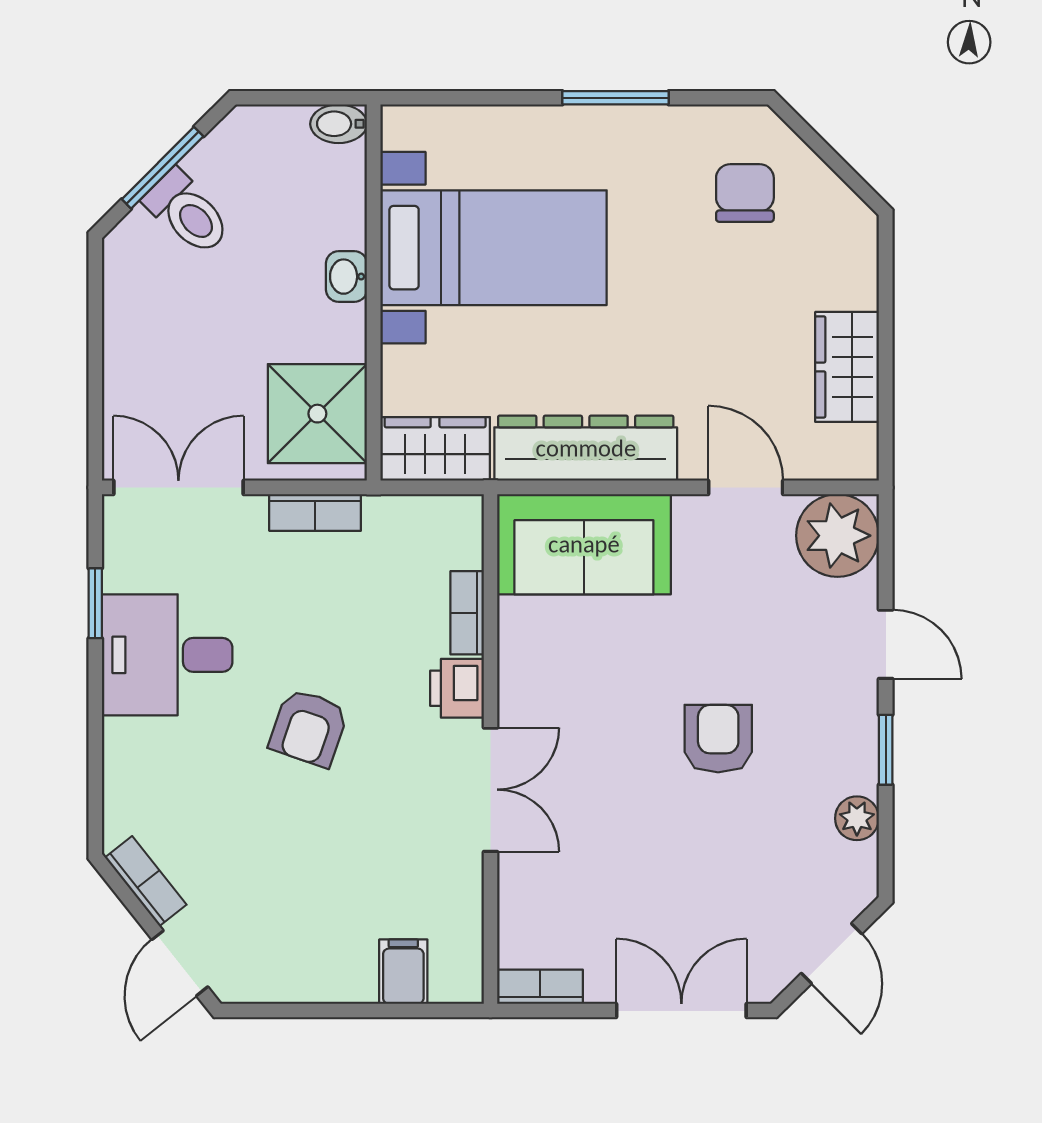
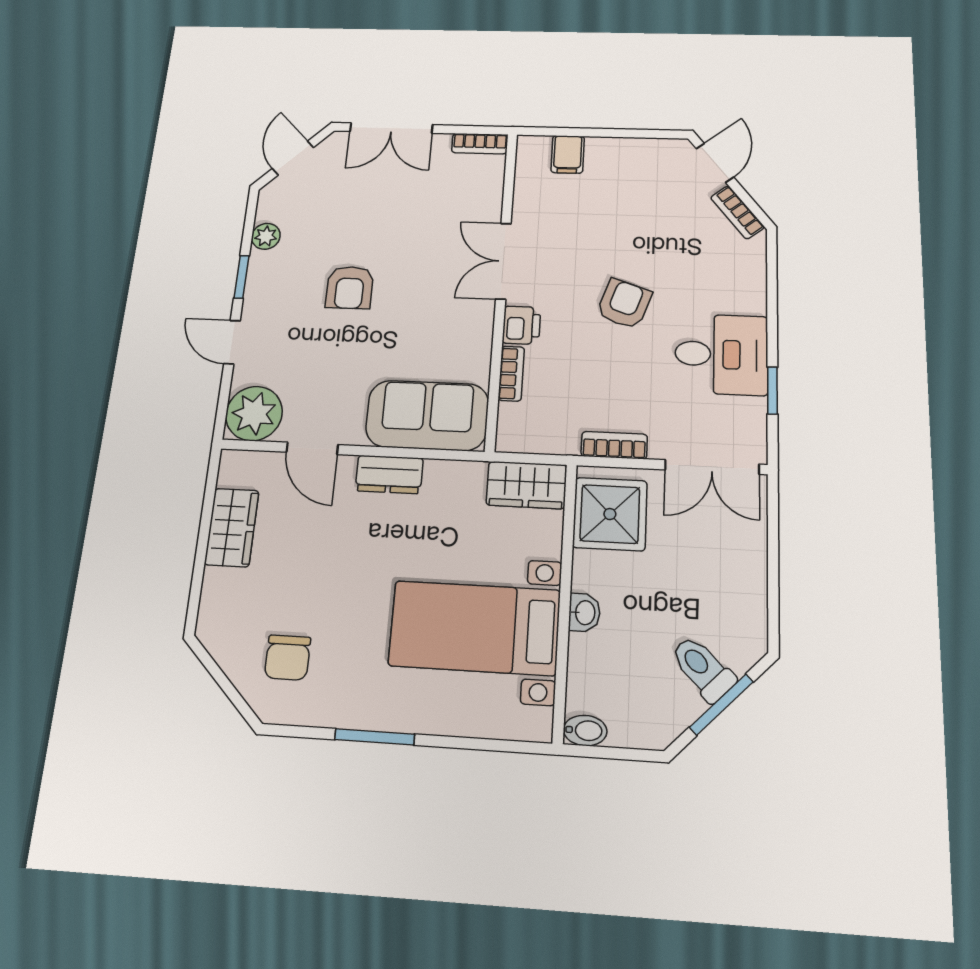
dresser: (586, 448) -> (389, 474), width x0.51, depth x0.80

